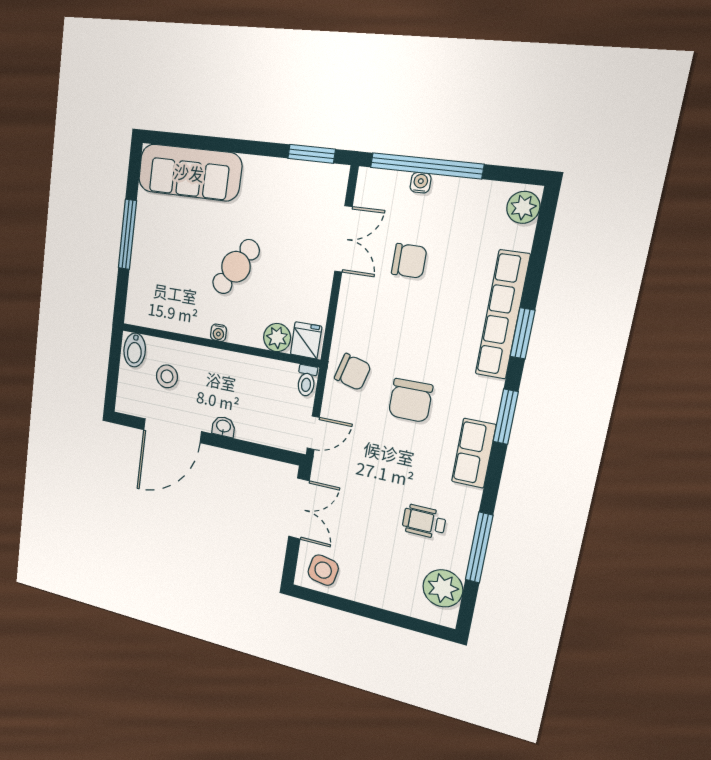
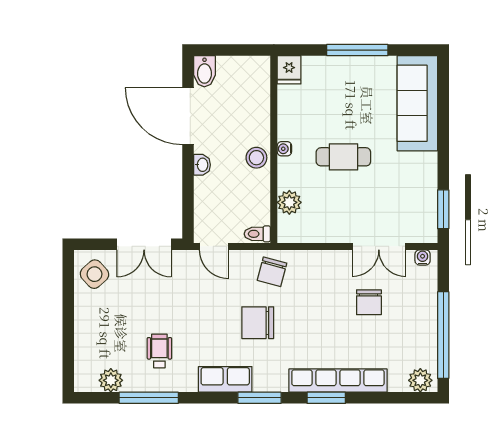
window: (426, 166) -> (443, 335), moved
water cooler: (421, 183) -> (423, 257), moved, turned -90
cafe table: (236, 267) -> (343, 157), turned -33
fridge: (306, 340) -> (289, 70), moved, turned 90
bidet: (135, 350) -> (204, 71), moved, turned -90
stool: (167, 376) -> (256, 158), moved
side table: (323, 570) -> (94, 274), turned 38
plant: (443, 588) -> (111, 380), width x0.73, depth x0.73

